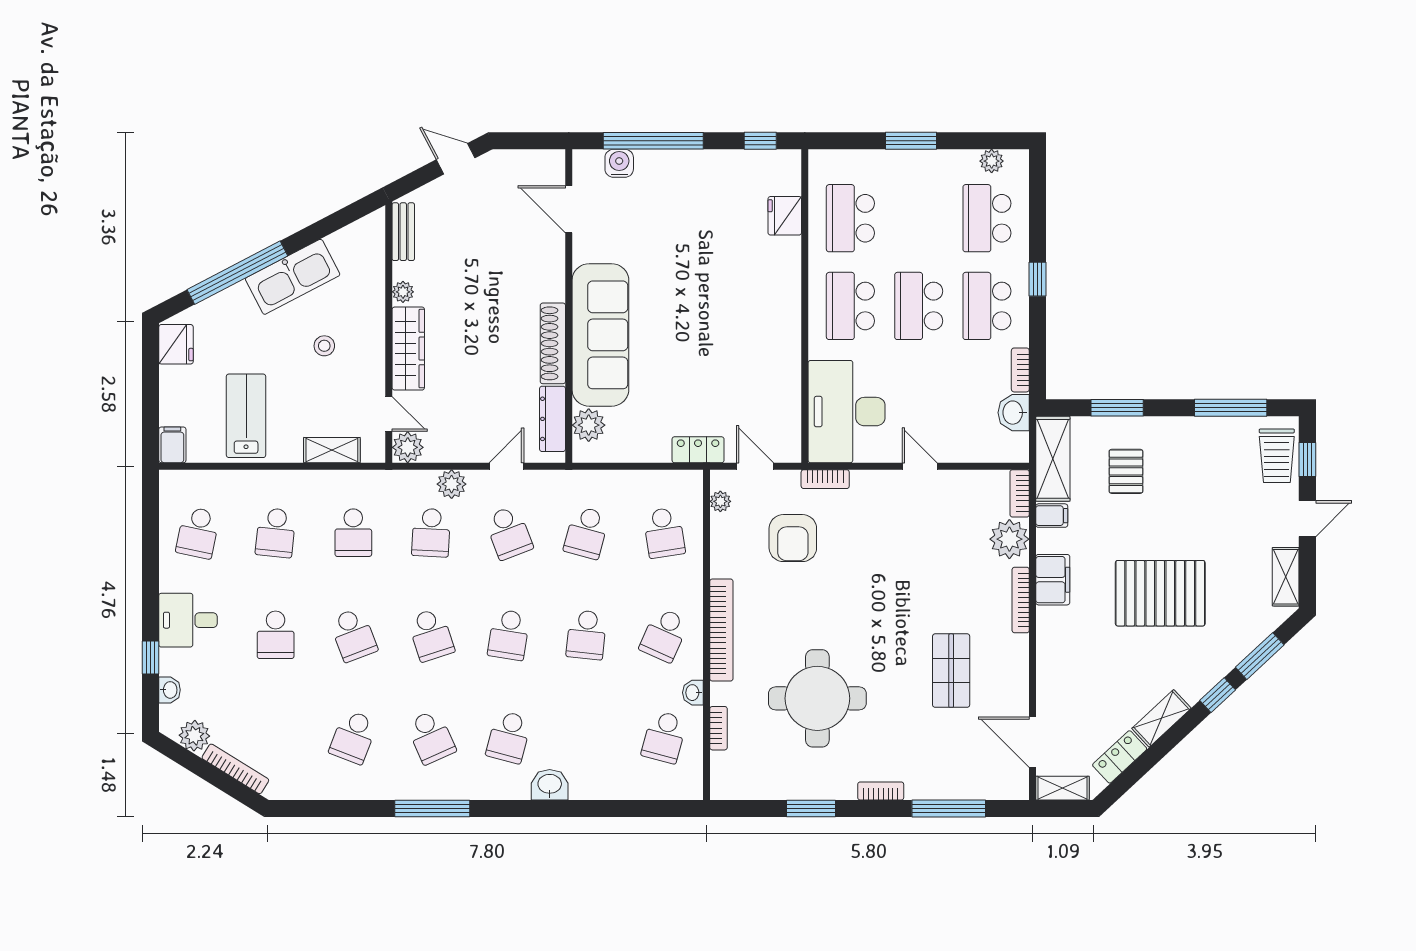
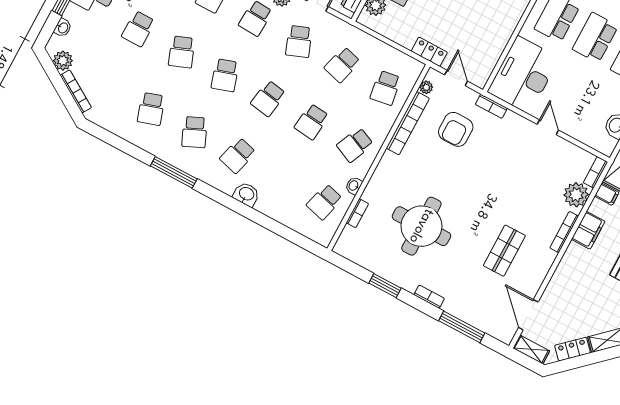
bookcase: (721, 630) -> (408, 123), moved
school desk: (353, 737) -> (151, 109), turned -39

